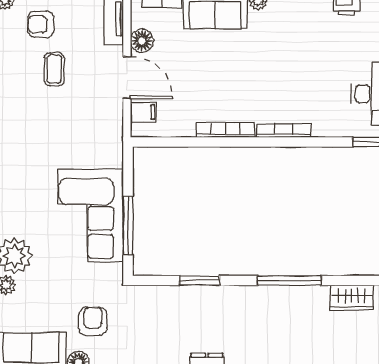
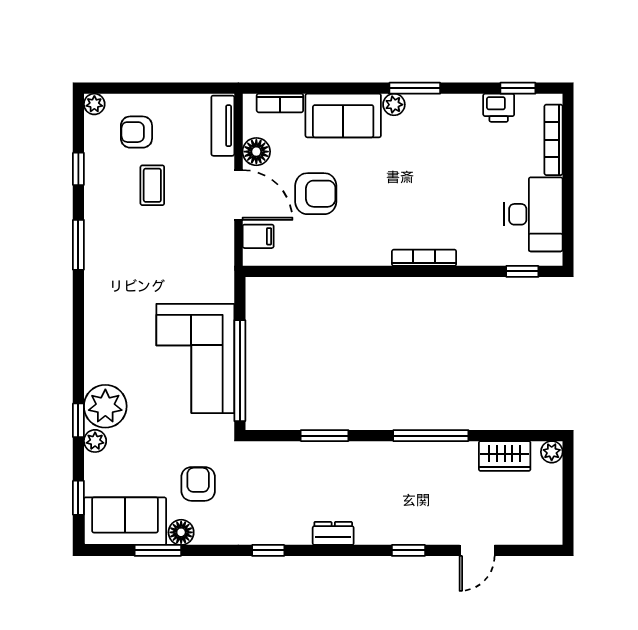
armchair: (192, 76) -> (316, 194), added
bookcase: (225, 130) -> (355, 257), removed
window: (128, 226) -> (240, 371), width x1.46

